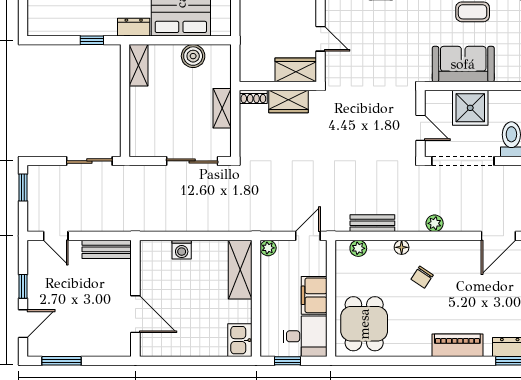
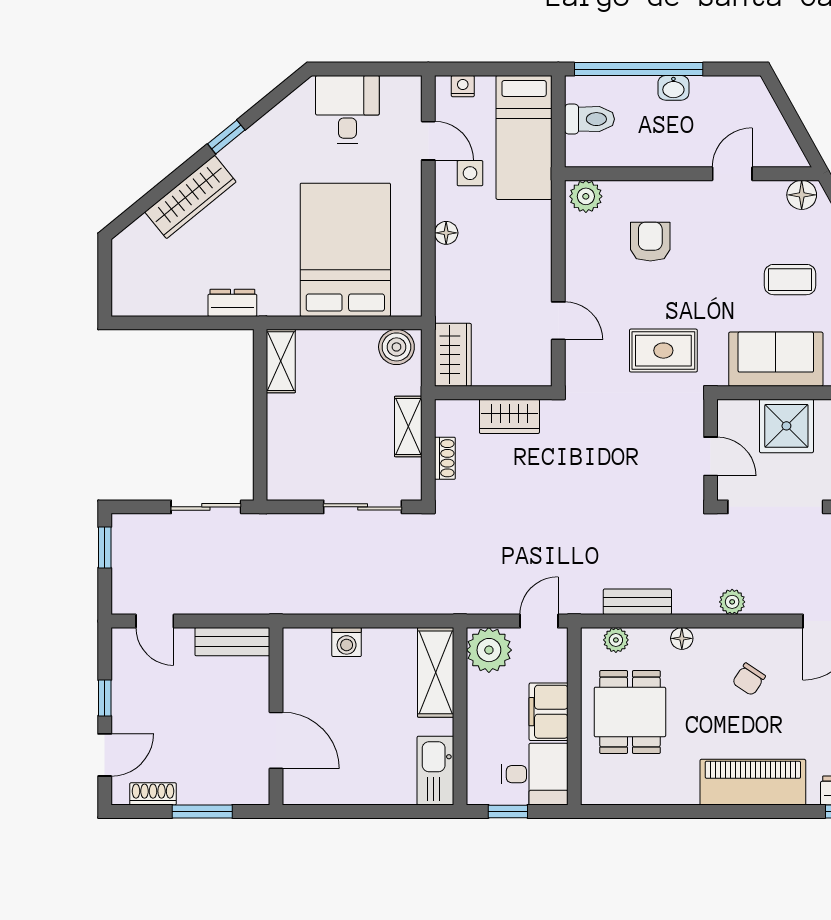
dresser: (134, 27) -> (232, 303), moved
window: (92, 40) -> (210, 323), removed
boiler: (193, 56) -> (396, 347), moved
rug: (389, 58) -> (663, 351), added
wardrobe: (296, 70) -> (453, 355), moved, turned 90
shoe rack: (253, 97) -> (445, 458), moved, turned -90
plant: (268, 248) -> (489, 650), width x1.87, depth x1.87
chair: (422, 277) -> (749, 679), moved
dining table: (364, 324) -> (630, 712), moved
kitchen sink: (240, 340) -> (435, 771), width x1.38
piano: (457, 345) -> (753, 782), width x1.37, depth x1.33
shoe rack: (55, 349) -> (153, 794), added
window: (61, 361) -> (202, 811), moved

